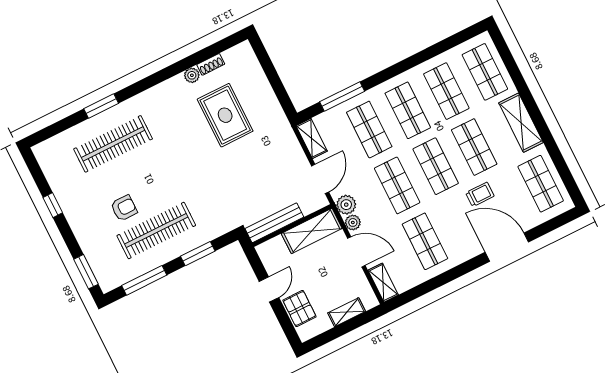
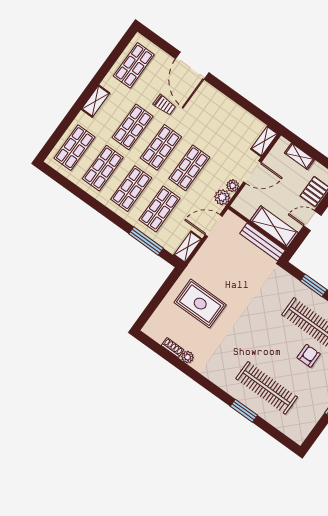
rug: (225, 115) -> (200, 304), moved, turned 90
shelving: (521, 123) -> (95, 101), width x0.67, depth x0.75
trolley: (480, 194) -> (164, 105), turned 180
armchair: (124, 208) -> (309, 356), turned 90
shelving: (312, 231) -> (274, 227), moved
shop shelf: (425, 241) -> (219, 127), removed
door: (356, 252) -> (252, 172), swing flipped

